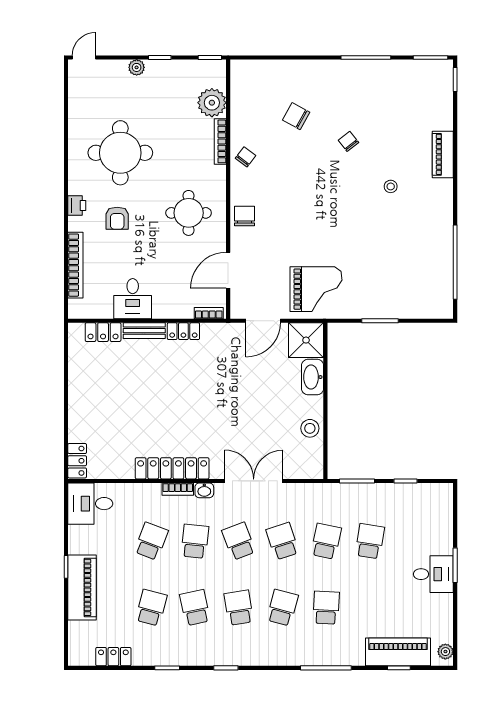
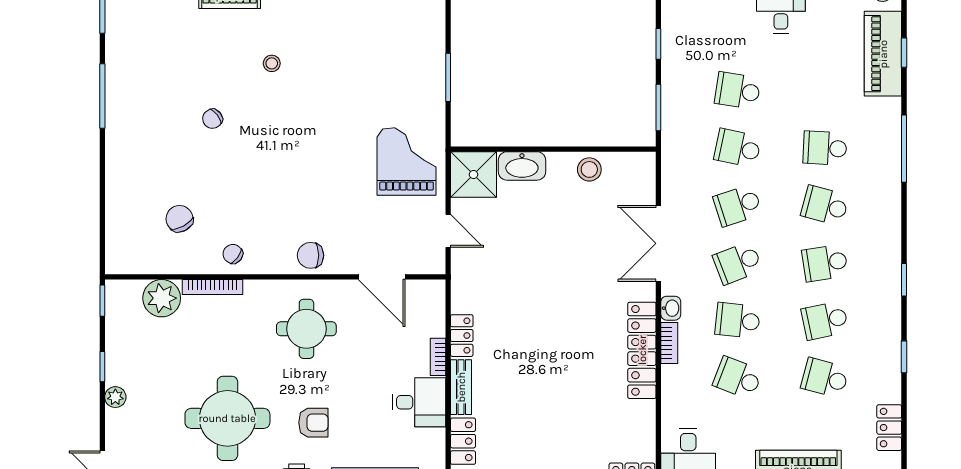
chair: (296, 116) -> (179, 219), moved, turned 123
bookcase: (209, 313) -> (438, 357), moved
door: (263, 321) -> (448, 231), width x0.73

